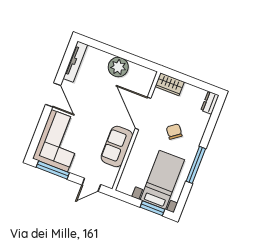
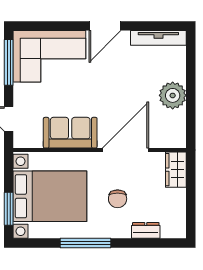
dresser: (210, 103) -> (146, 230), moved
chair: (174, 132) -> (118, 199), turned 126
bed with nightstands: (162, 180) -> (50, 196), width x1.36

